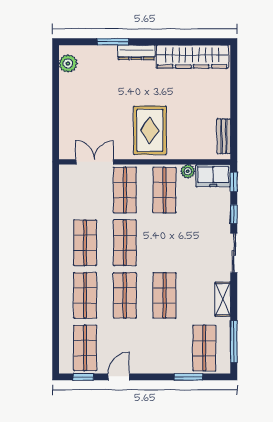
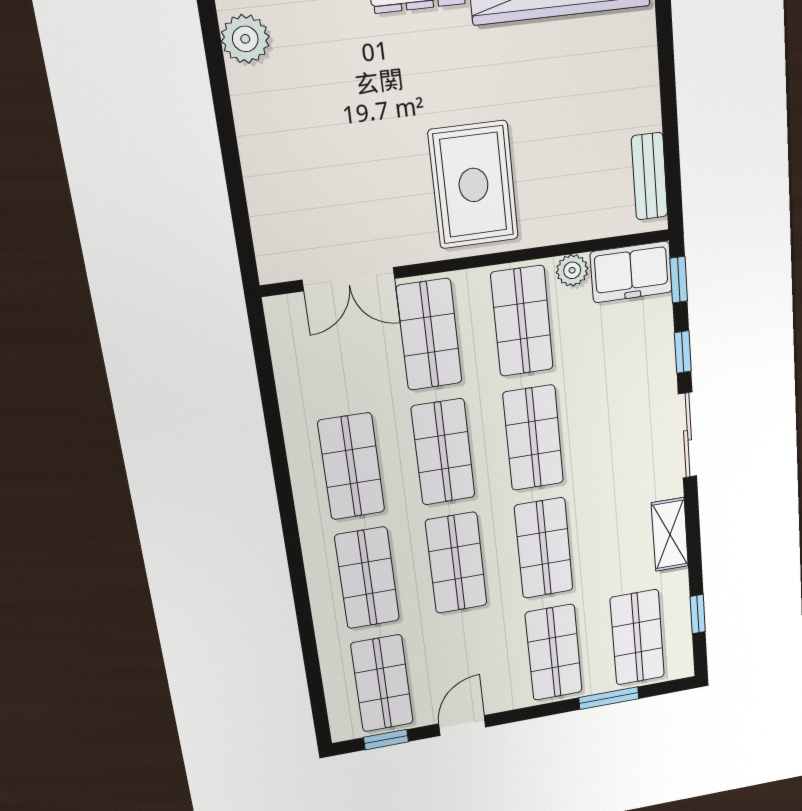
double door: (95, 162) -> (348, 279), swing flipped
shop shelf: (165, 243) -> (533, 438), added
window: (234, 342) -> (698, 614), width x0.46
shop shelf: (165, 348) -> (554, 652), added

